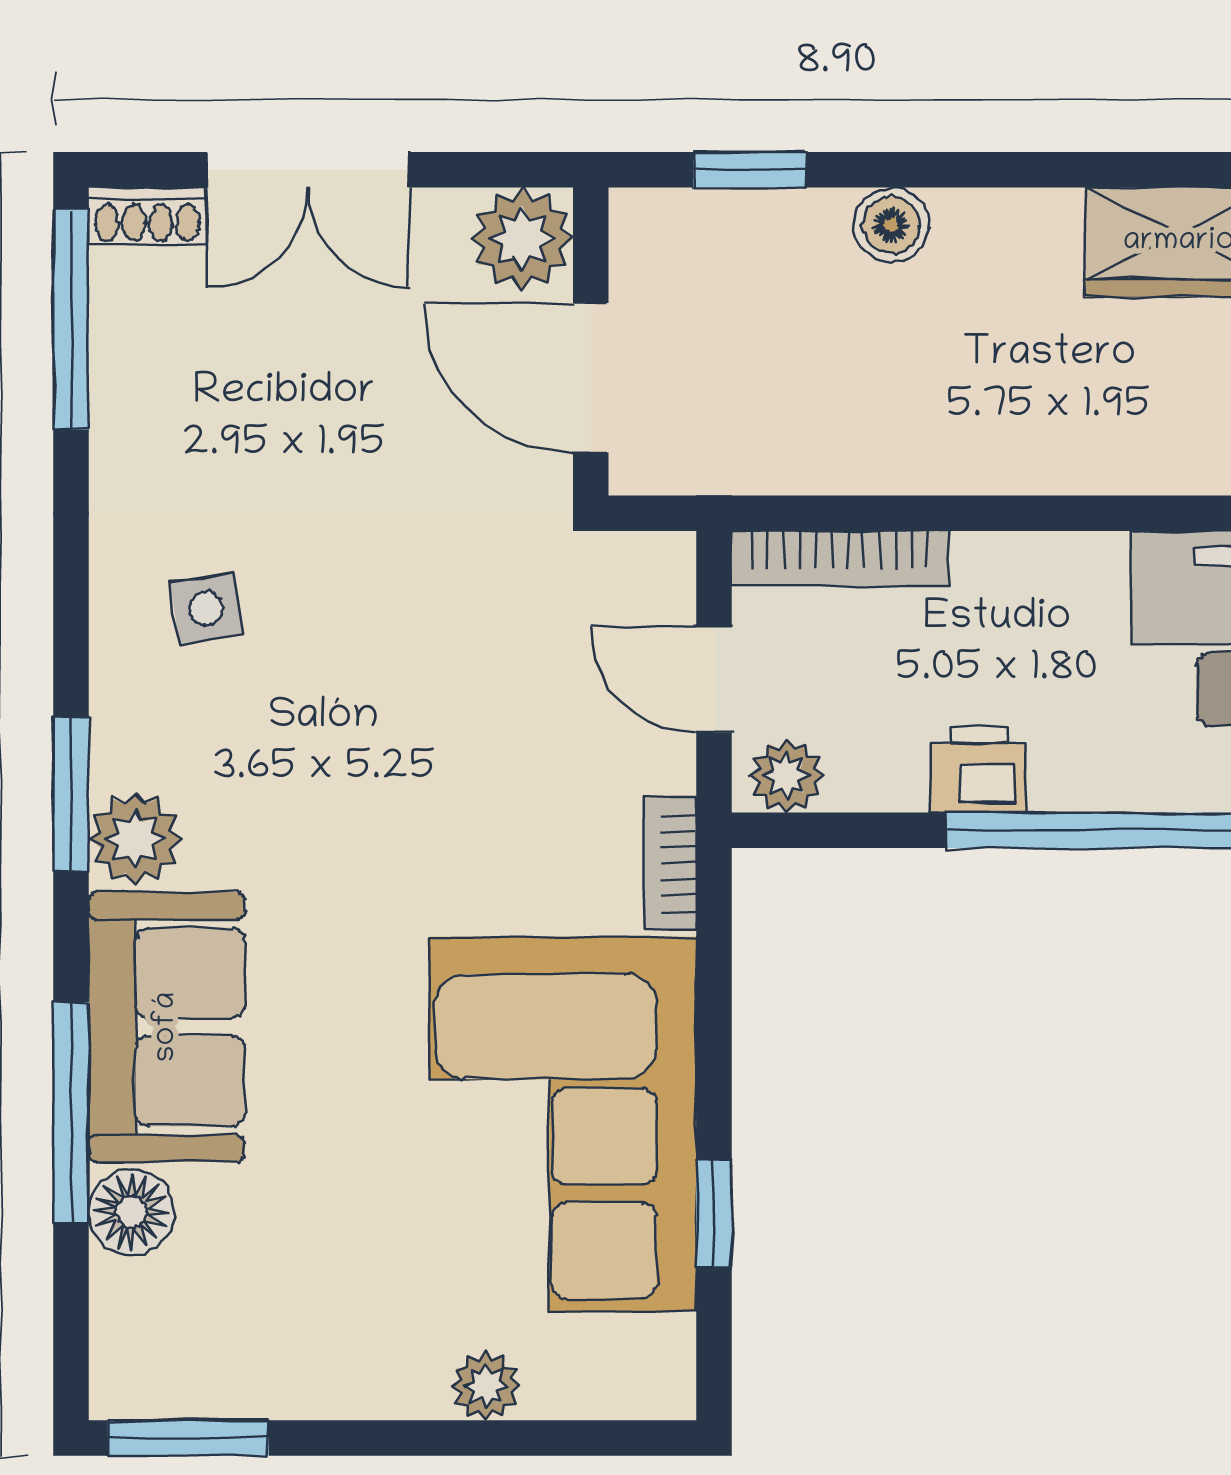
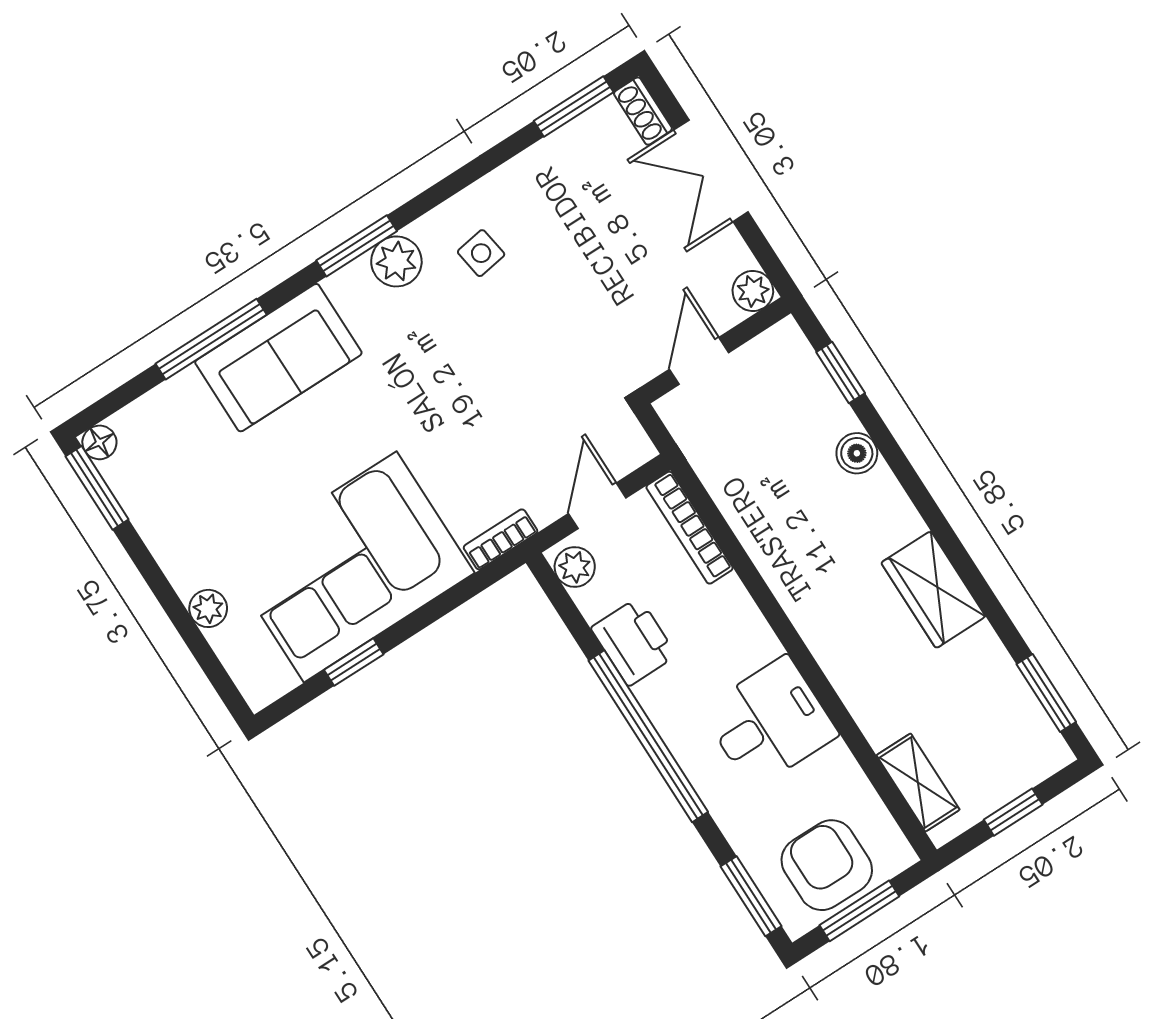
plant: (522, 239) -> (753, 291), width x0.73, depth x0.73
window: (71, 319) -> (574, 106), width x0.69
door: (591, 378) -> (699, 361), width x0.73
printer: (979, 769) -> (634, 642), width x1.36, depth x1.24
plant: (135, 839) -> (396, 261), moved
floor lamp: (132, 1212) -> (99, 442), moved, width x0.73, depth x0.73

